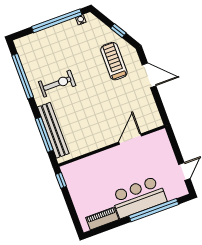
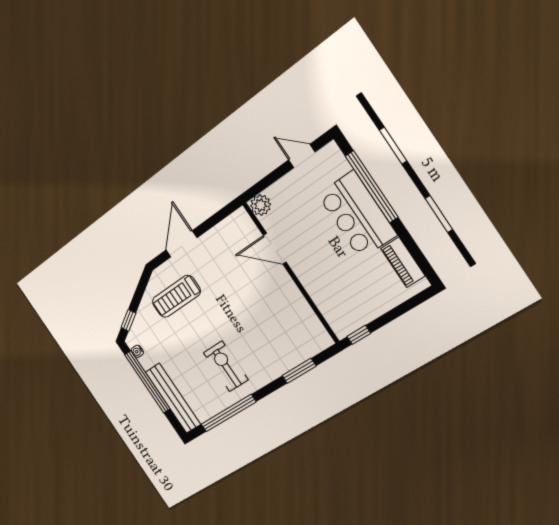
window: (118, 31) -> (128, 320), moved
bench: (53, 130) -> (173, 398), moved, turned 90
window: (44, 135) -> (299, 371), width x0.69
plant: (161, 137) -> (261, 205), added

